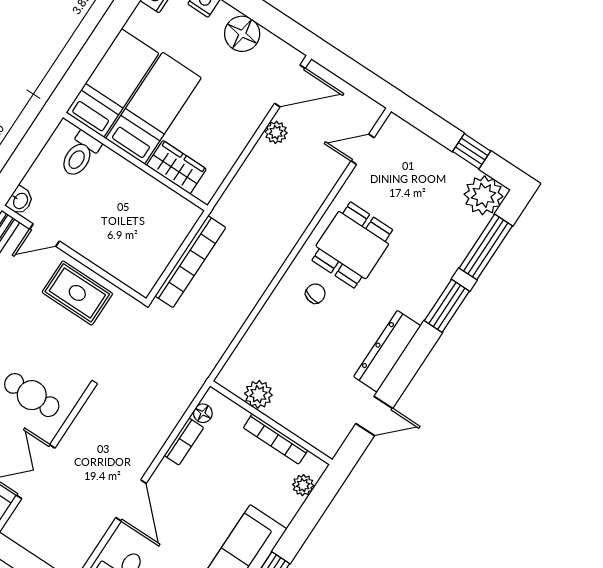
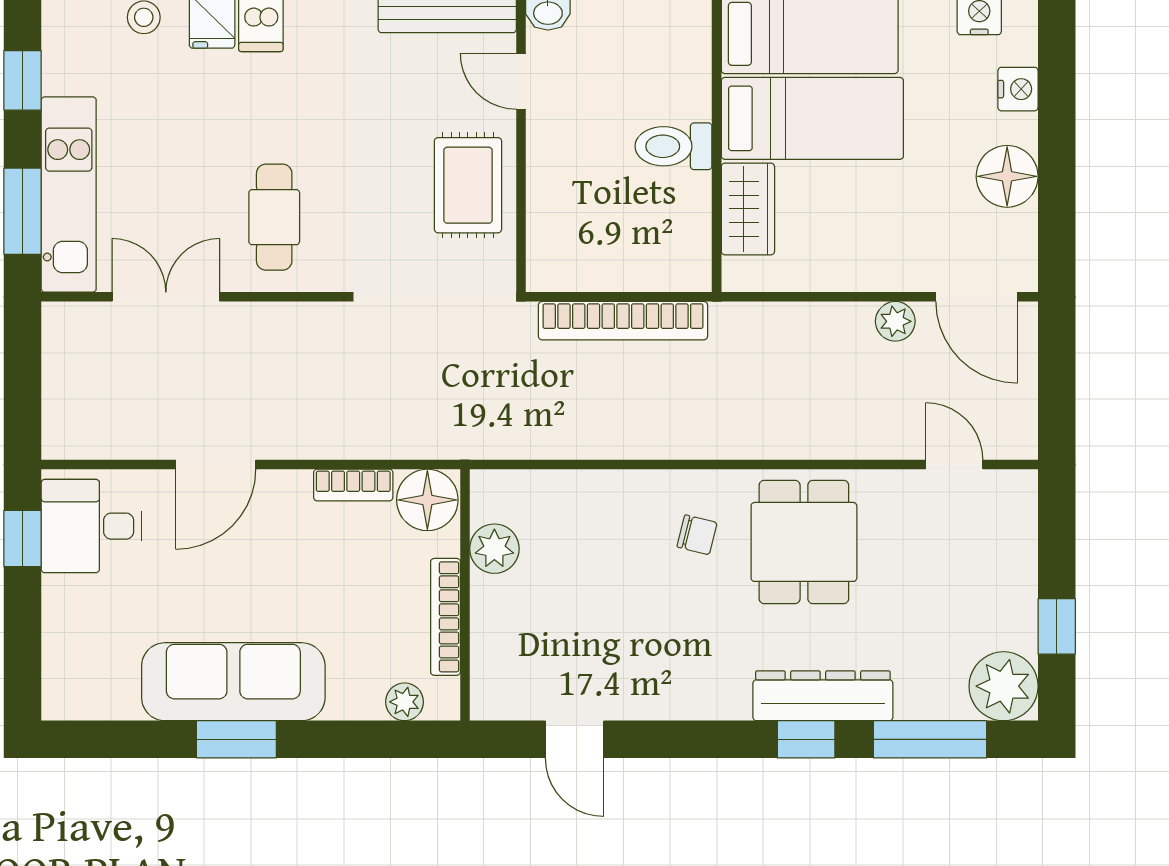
toilet: (80, 154) -> (673, 146), moved
dining table: (352, 245) -> (804, 542), turned 90
window: (447, 306) -> (806, 739), width x0.67
dresser: (387, 351) -> (823, 696), moved
floor lamp: (203, 413) -> (427, 500), width x1.89, depth x1.89

